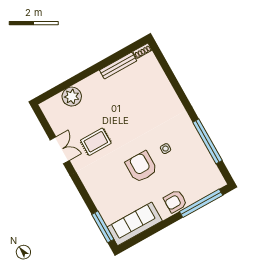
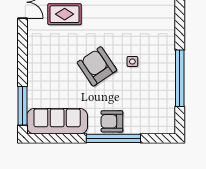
armchair: (141, 167) -> (97, 66), turned -34
window: (201, 203) -> (113, 138), moved

